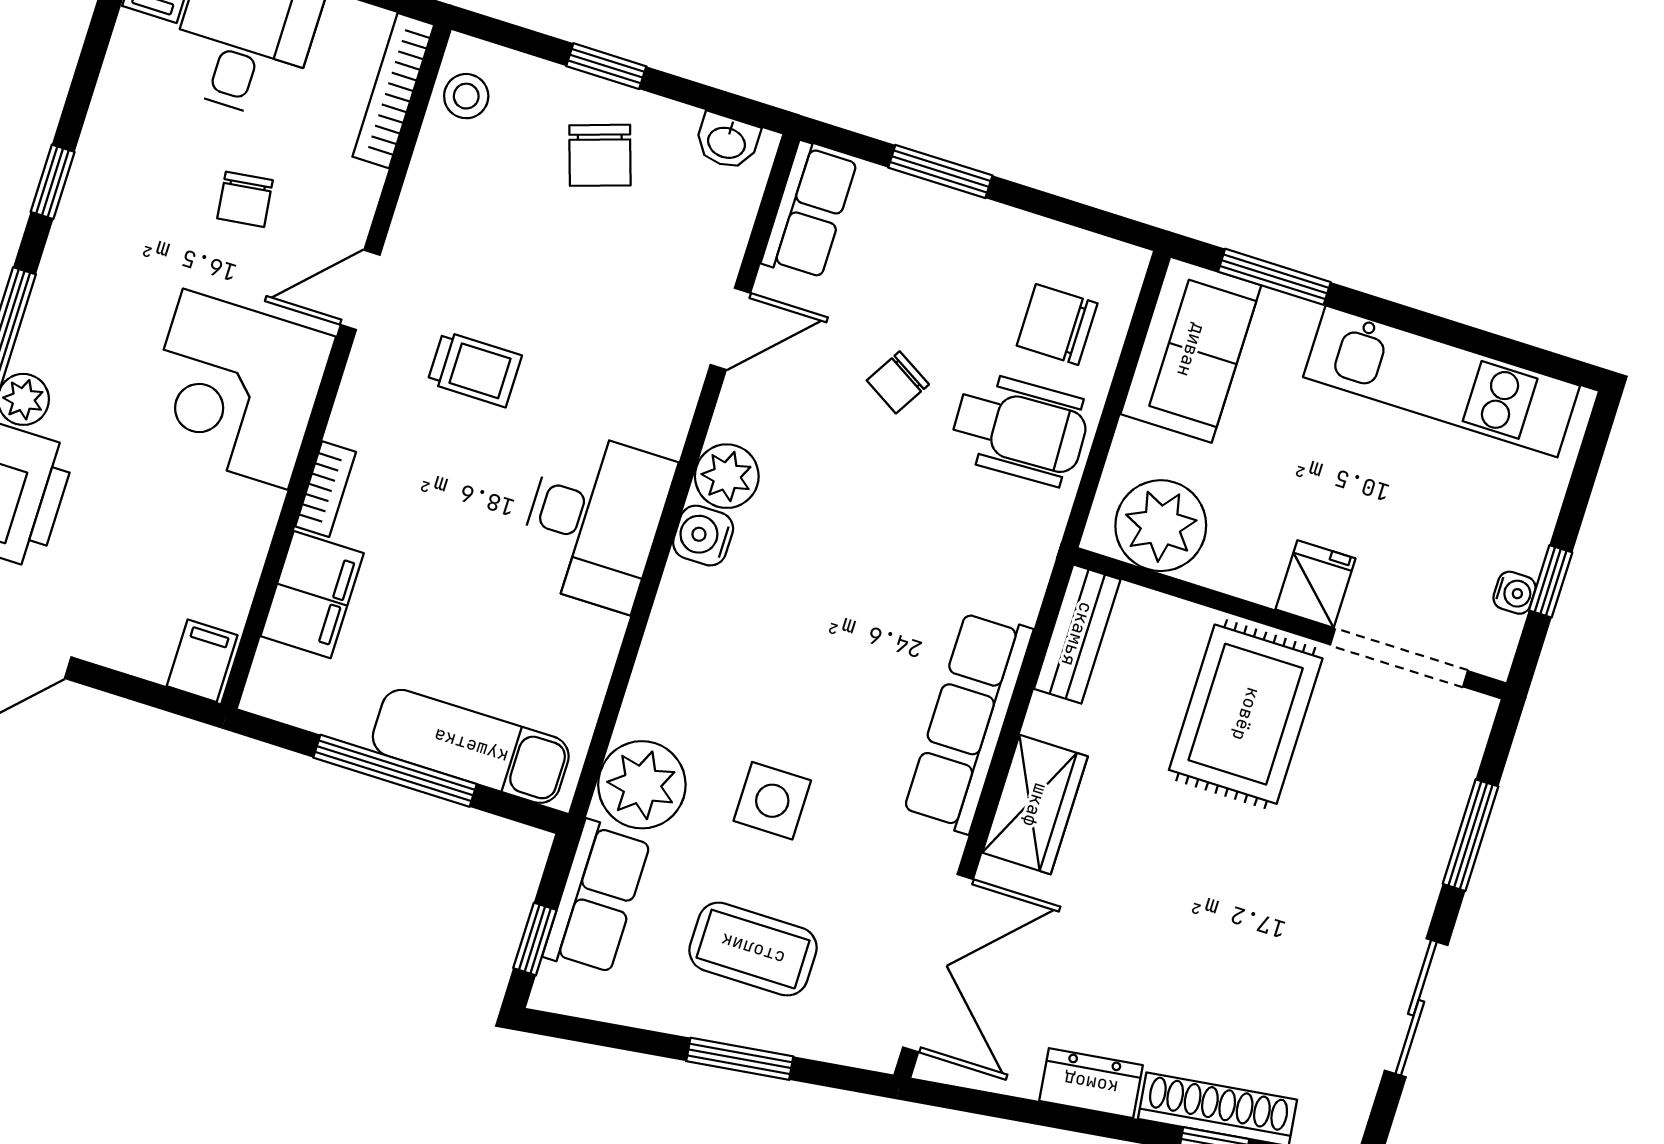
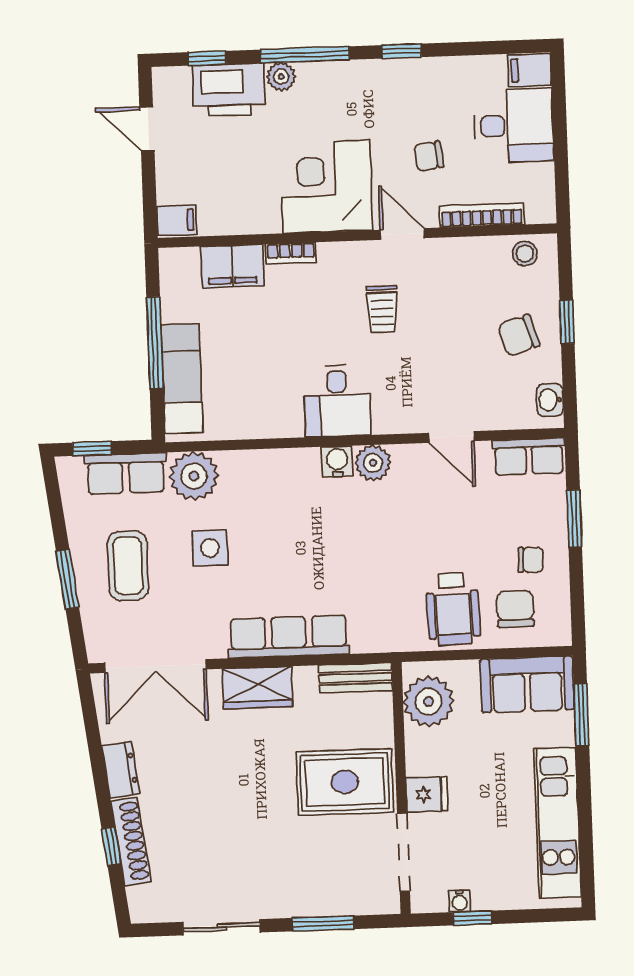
bookcase: (393, 91) -> (482, 215), moved
chair: (898, 382) -> (531, 560), moved, turned 151
desk: (595, 520) -> (337, 401), width x0.73

